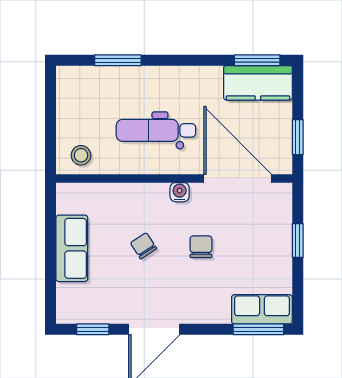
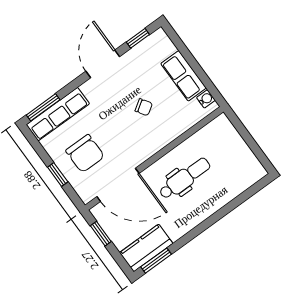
window: (118, 60) -> (236, 203), removed
stool: (81, 155) -> (217, 133), removed
water cooler: (180, 192) -> (206, 99), moved, turned -90
chair: (201, 247) -> (85, 154), moved, width x1.87, depth x1.87
row of seats: (262, 309) -> (58, 114), width x1.48

